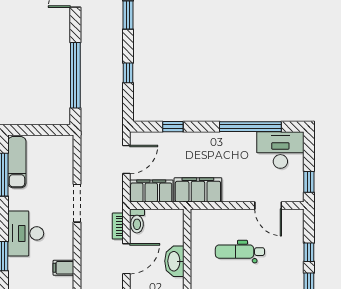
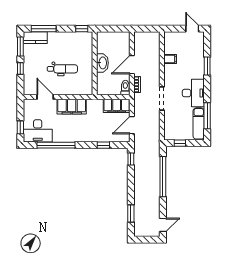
window: (128, 73) -> (131, 159), moved
window: (48, 130) -> (180, 143), added
window: (309, 182) -> (20, 127), moved
filing cabinet: (198, 190) -> (72, 107), moved
desk: (26, 233) -> (193, 93), moved

